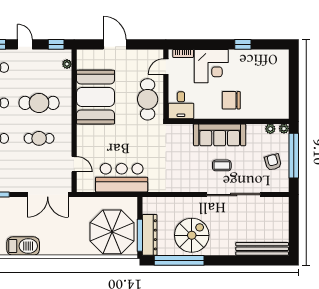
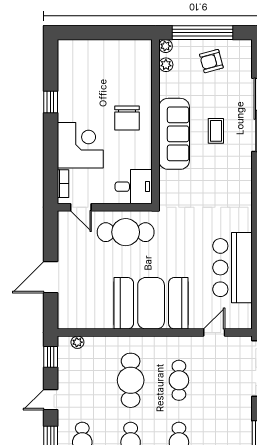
booth: (95, 97) -> (151, 303), moved

